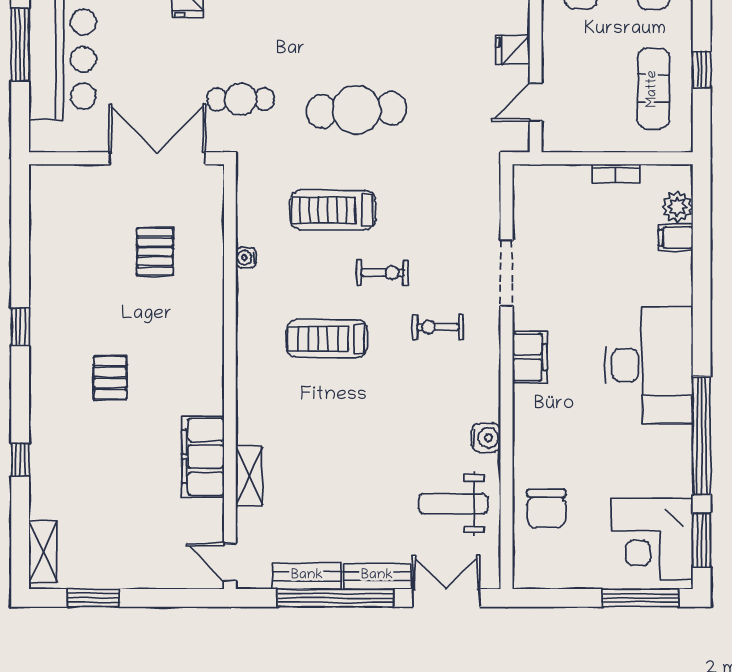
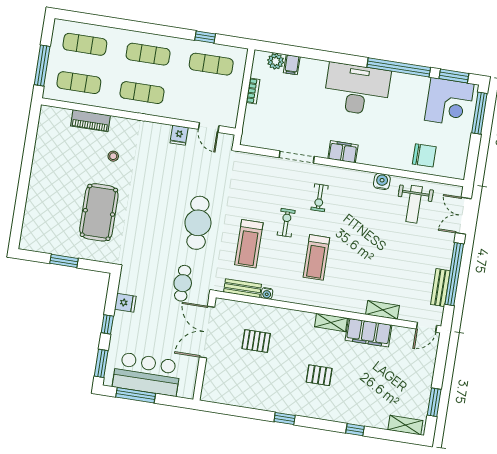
shelving: (211, 384) -> (331, 322), added
bench: (377, 576) -> (242, 288), moved, turned 90

